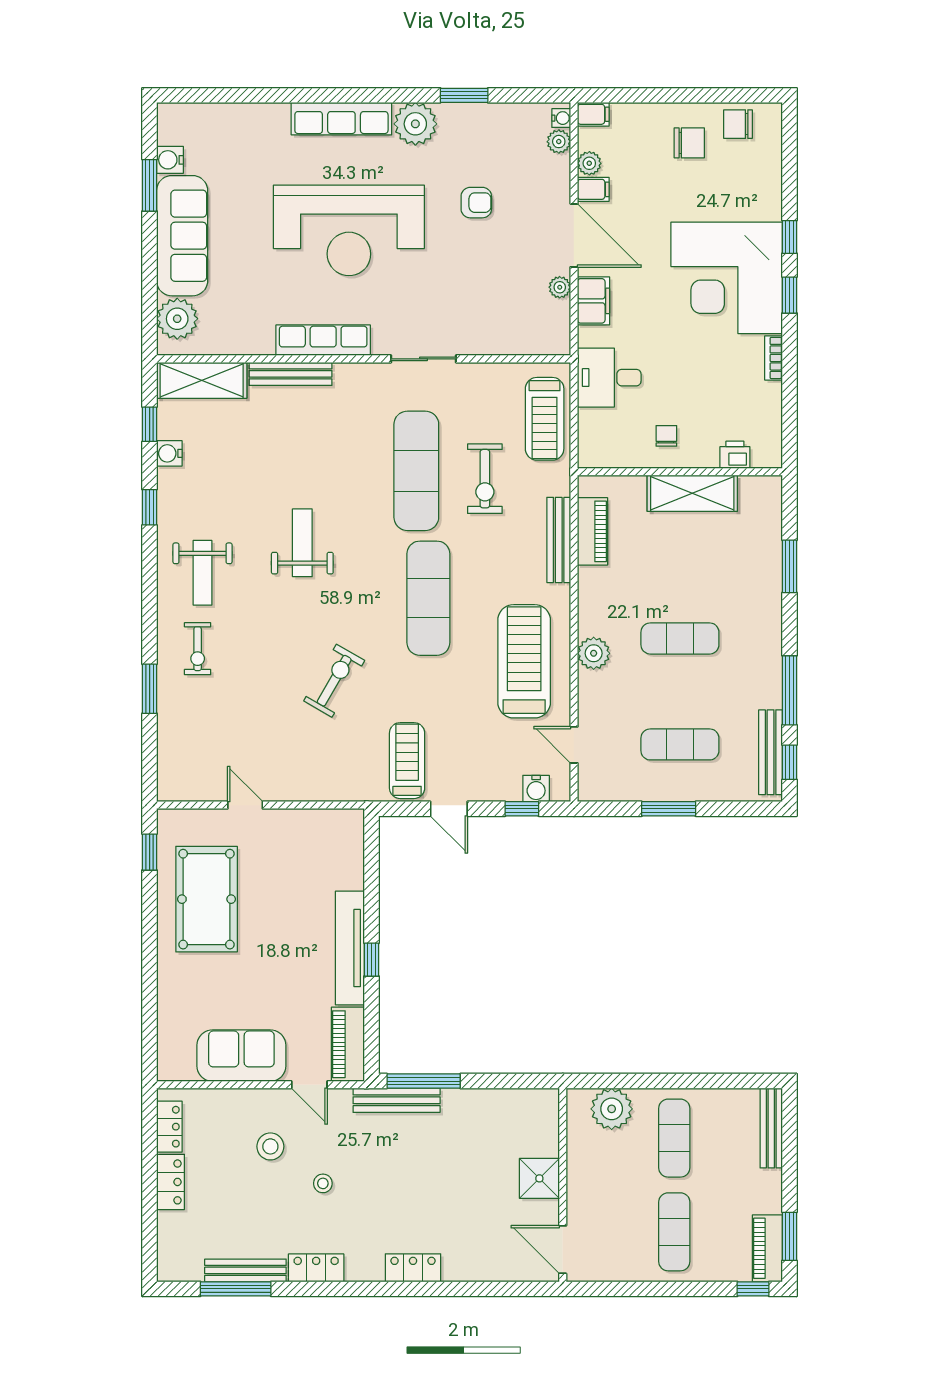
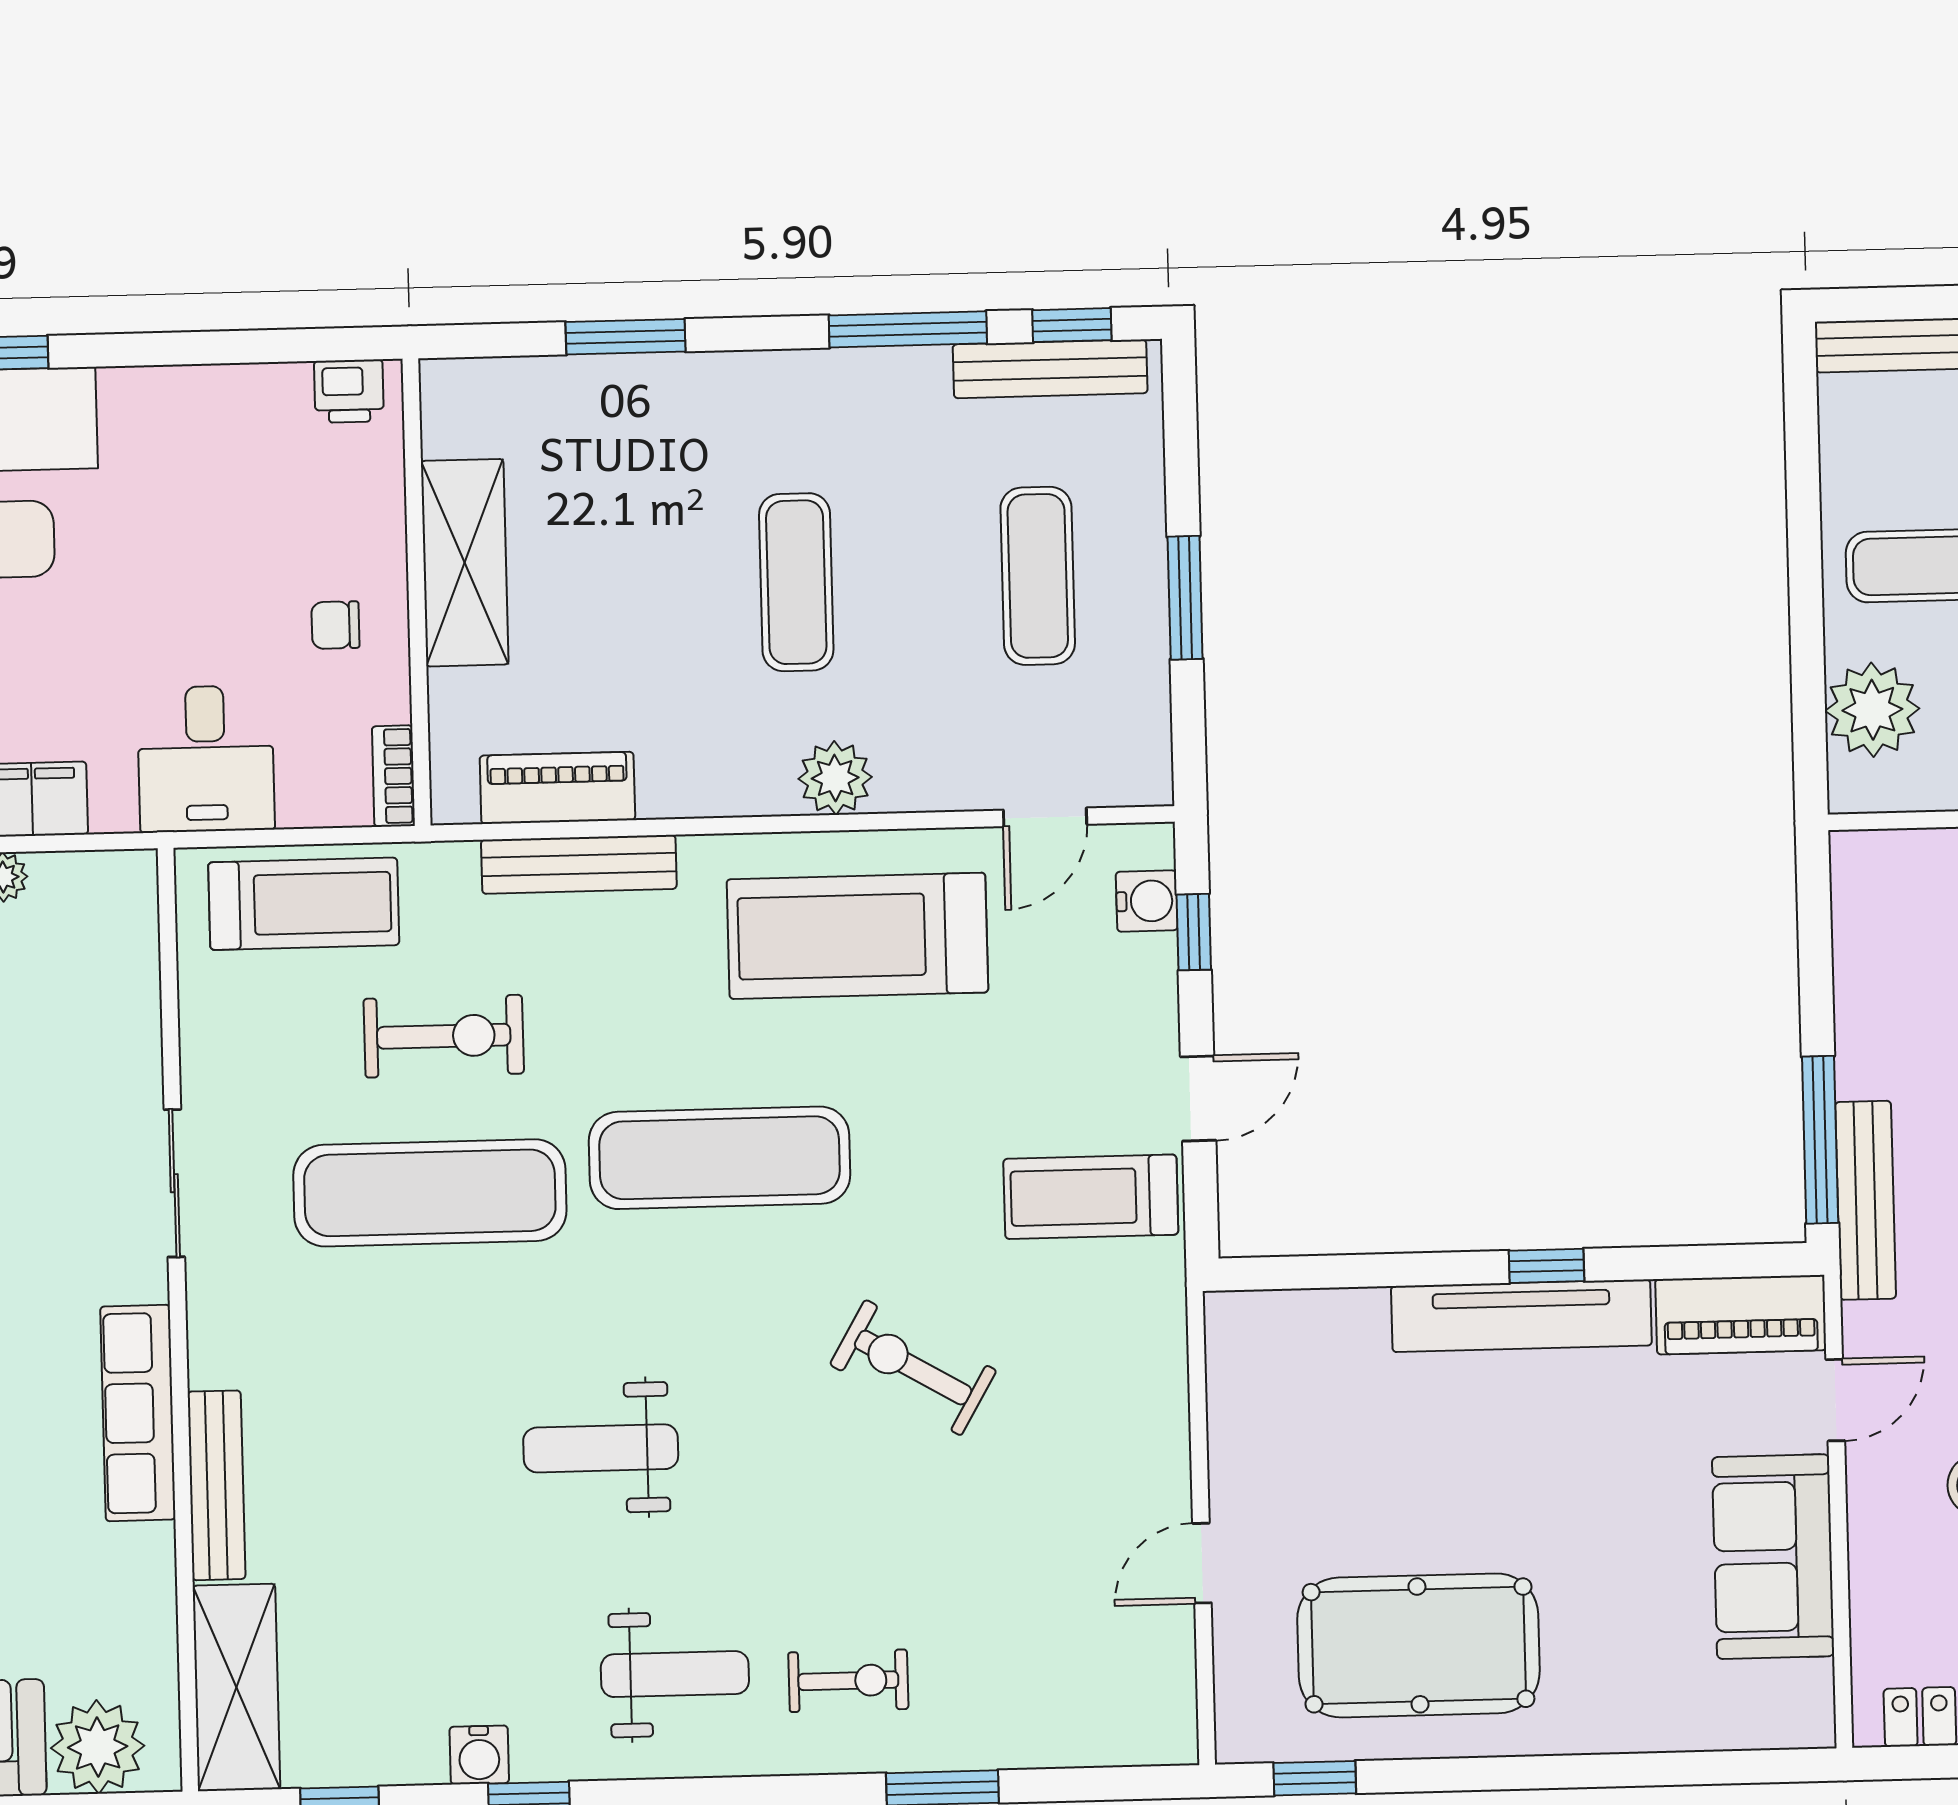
bookcase: (774, 358) -> (393, 776), moved, turned 90
water cooler: (169, 453) -> (479, 1755), moved
printer: (735, 455) -> (349, 391), moved, turned -90

